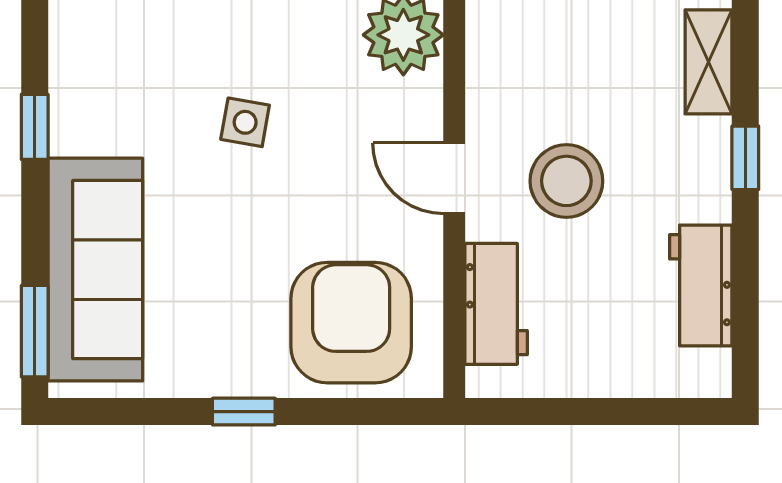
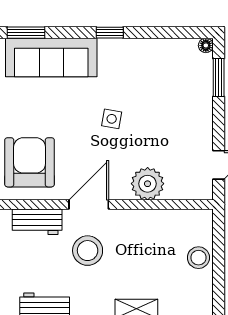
door: (454, 178) -> (89, 205), width x1.38
armchair: (351, 323) -> (30, 162), turned -90

